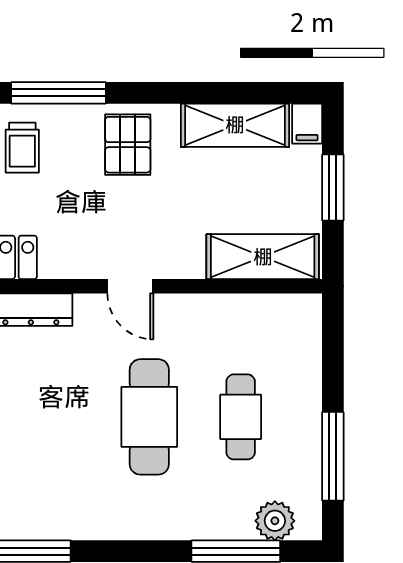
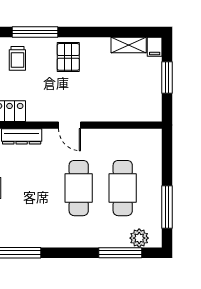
shelving: (235, 125) -> (129, 45), width x0.67, depth x0.75
shelving: (263, 257) -> (133, 111), removed
cafe table: (241, 417) -> (123, 188), width x1.37, depth x1.35

